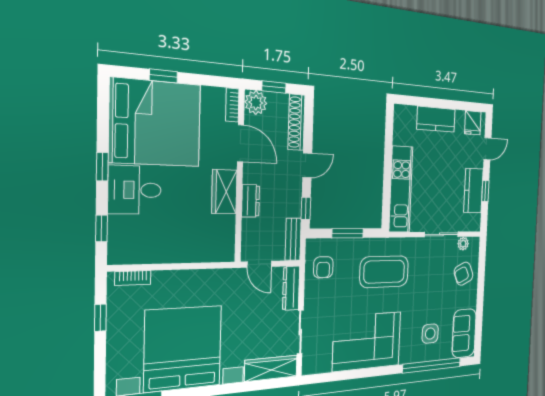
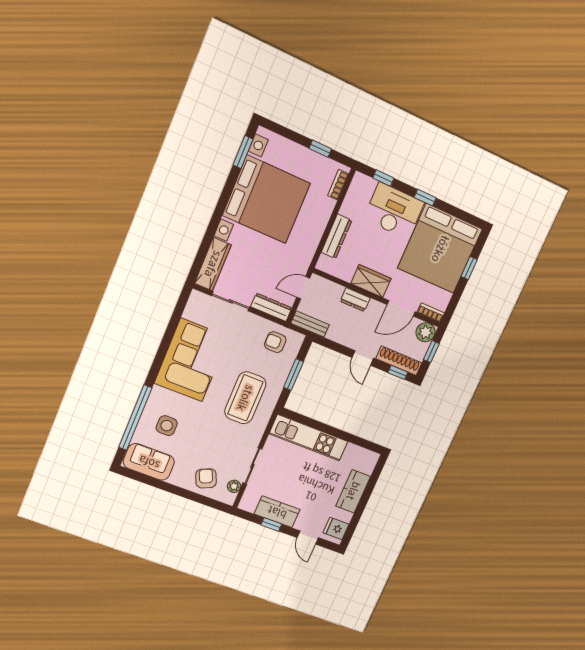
desk: (135, 190) -> (394, 211), width x1.37
window: (306, 208) -> (398, 372), moved
dresser: (191, 253) -> (337, 236), added

